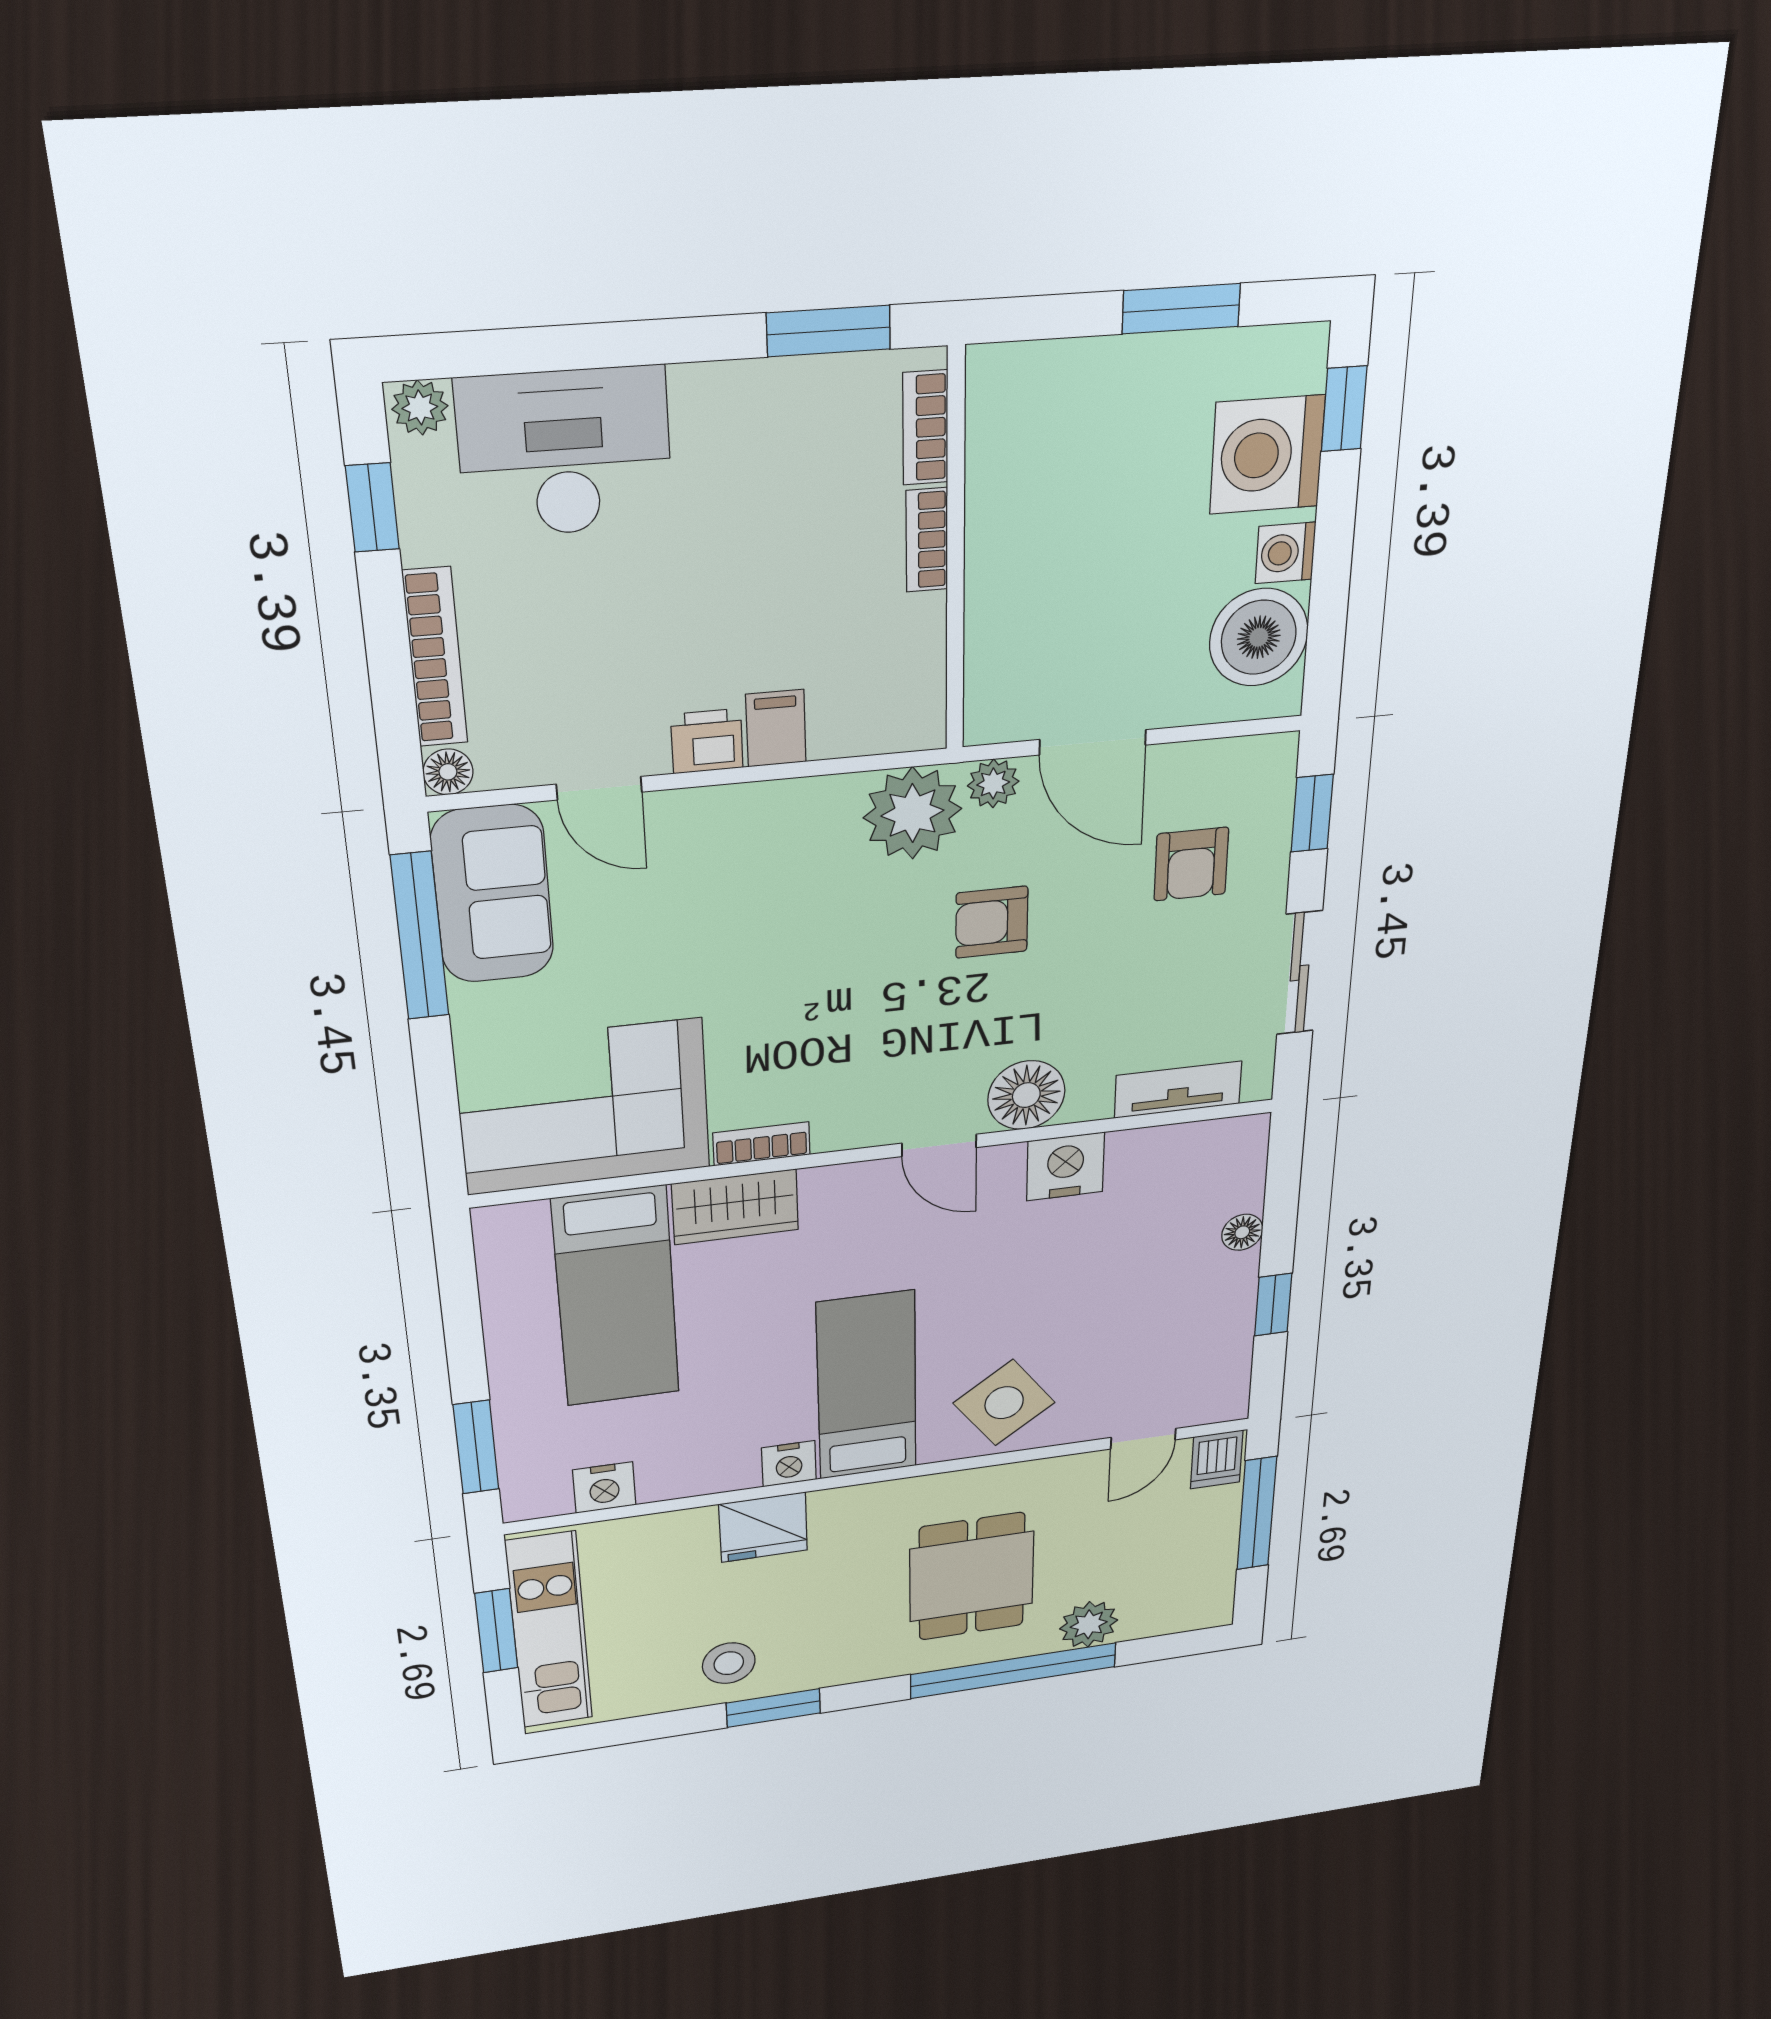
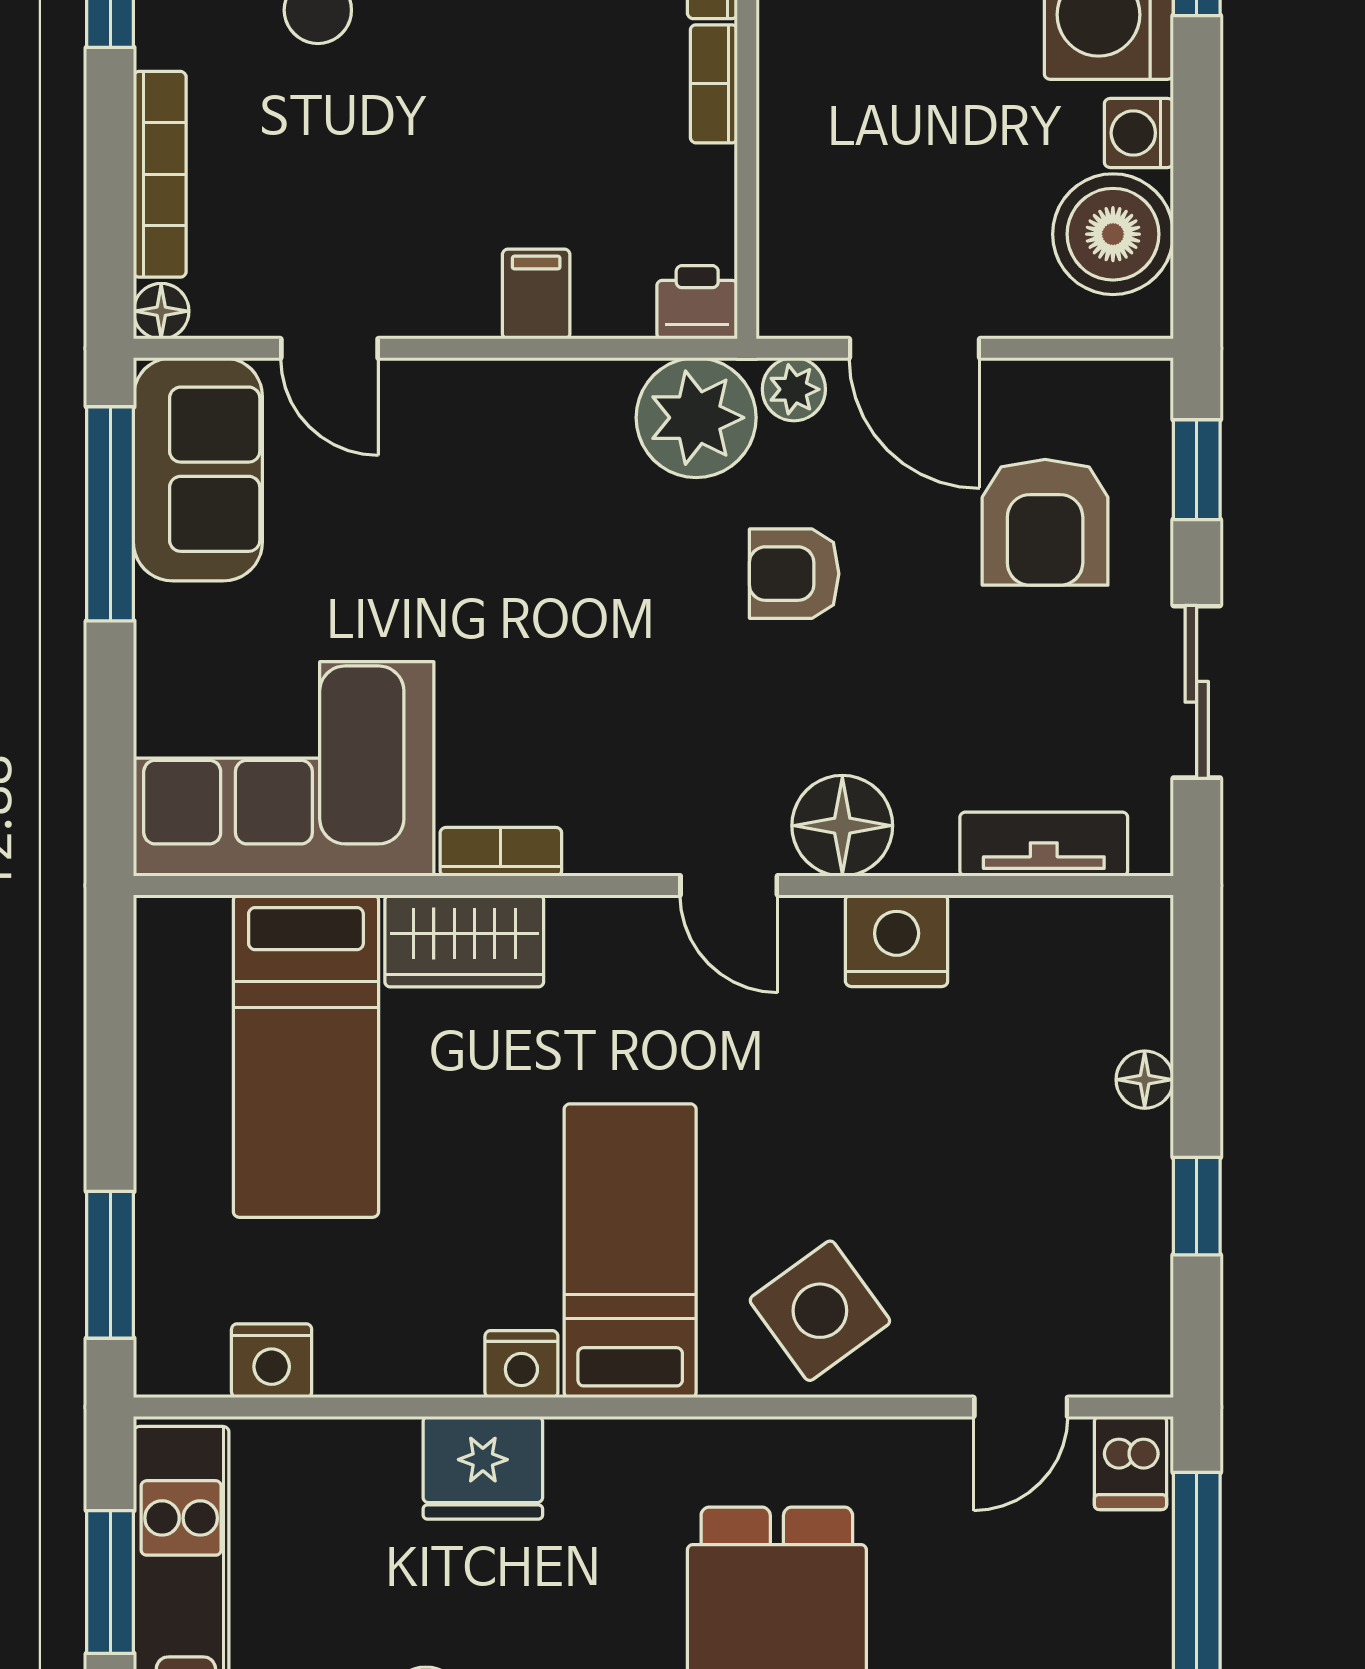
printer: (707, 741) -> (697, 302), moved
armchair: (1191, 864) -> (1045, 522), width x1.38, depth x1.38

